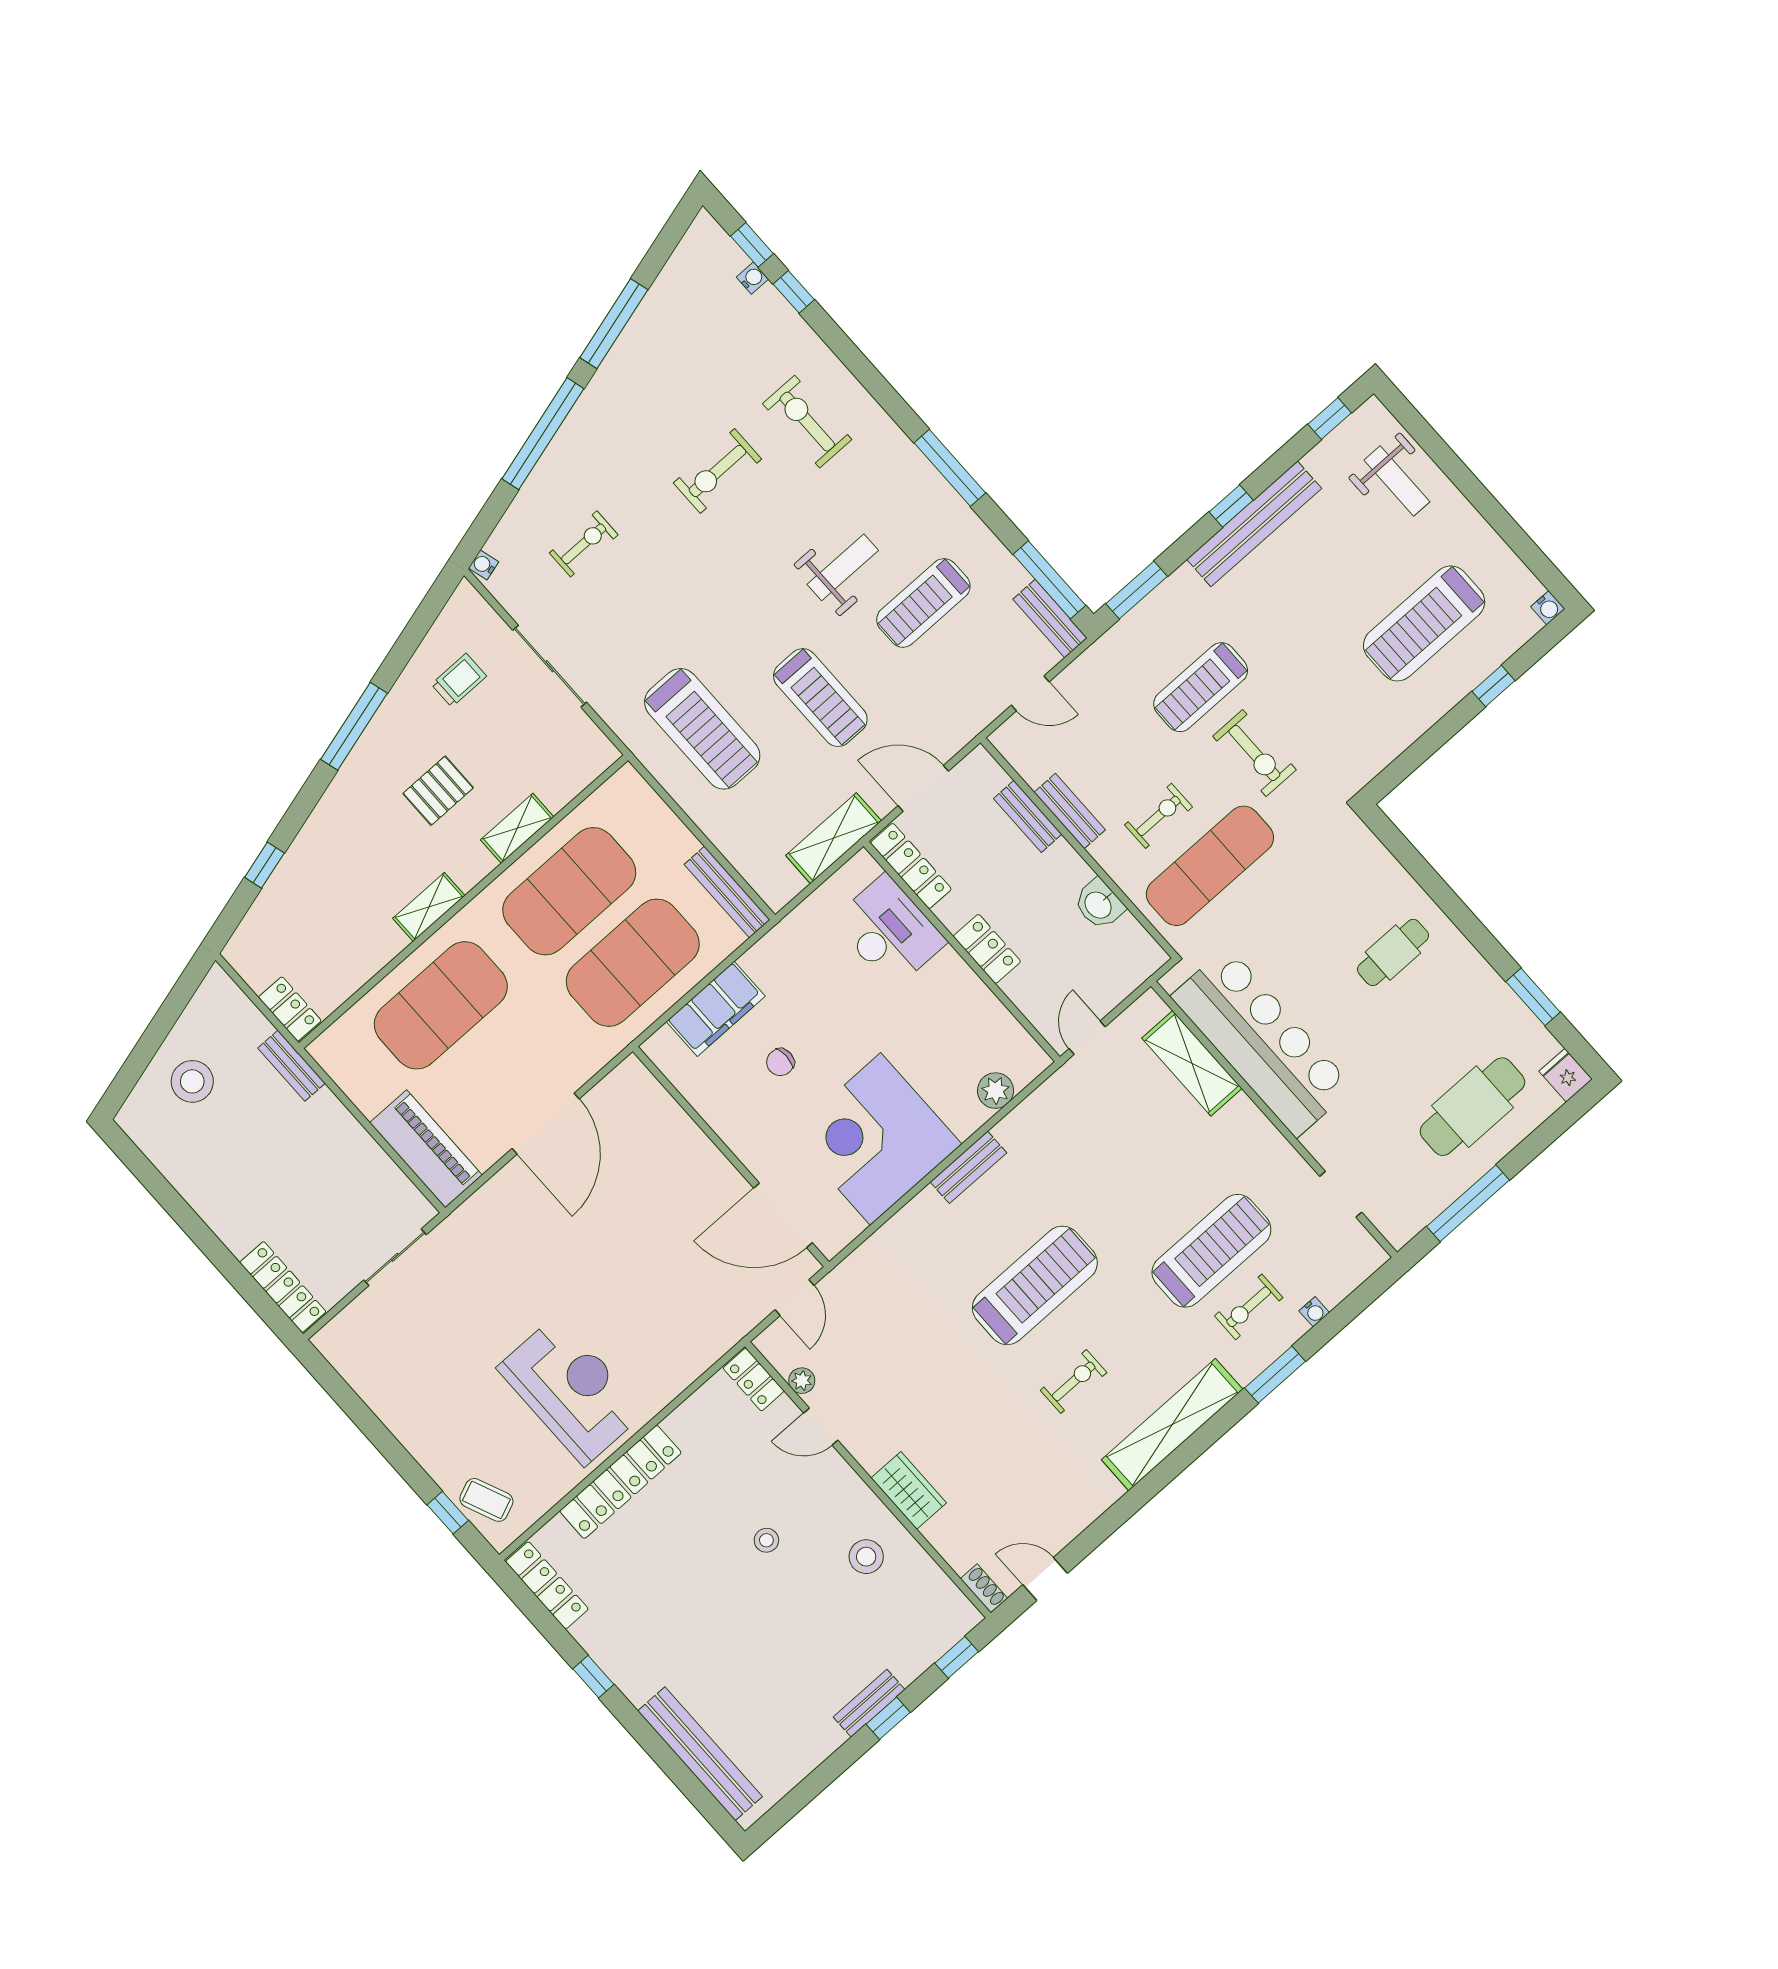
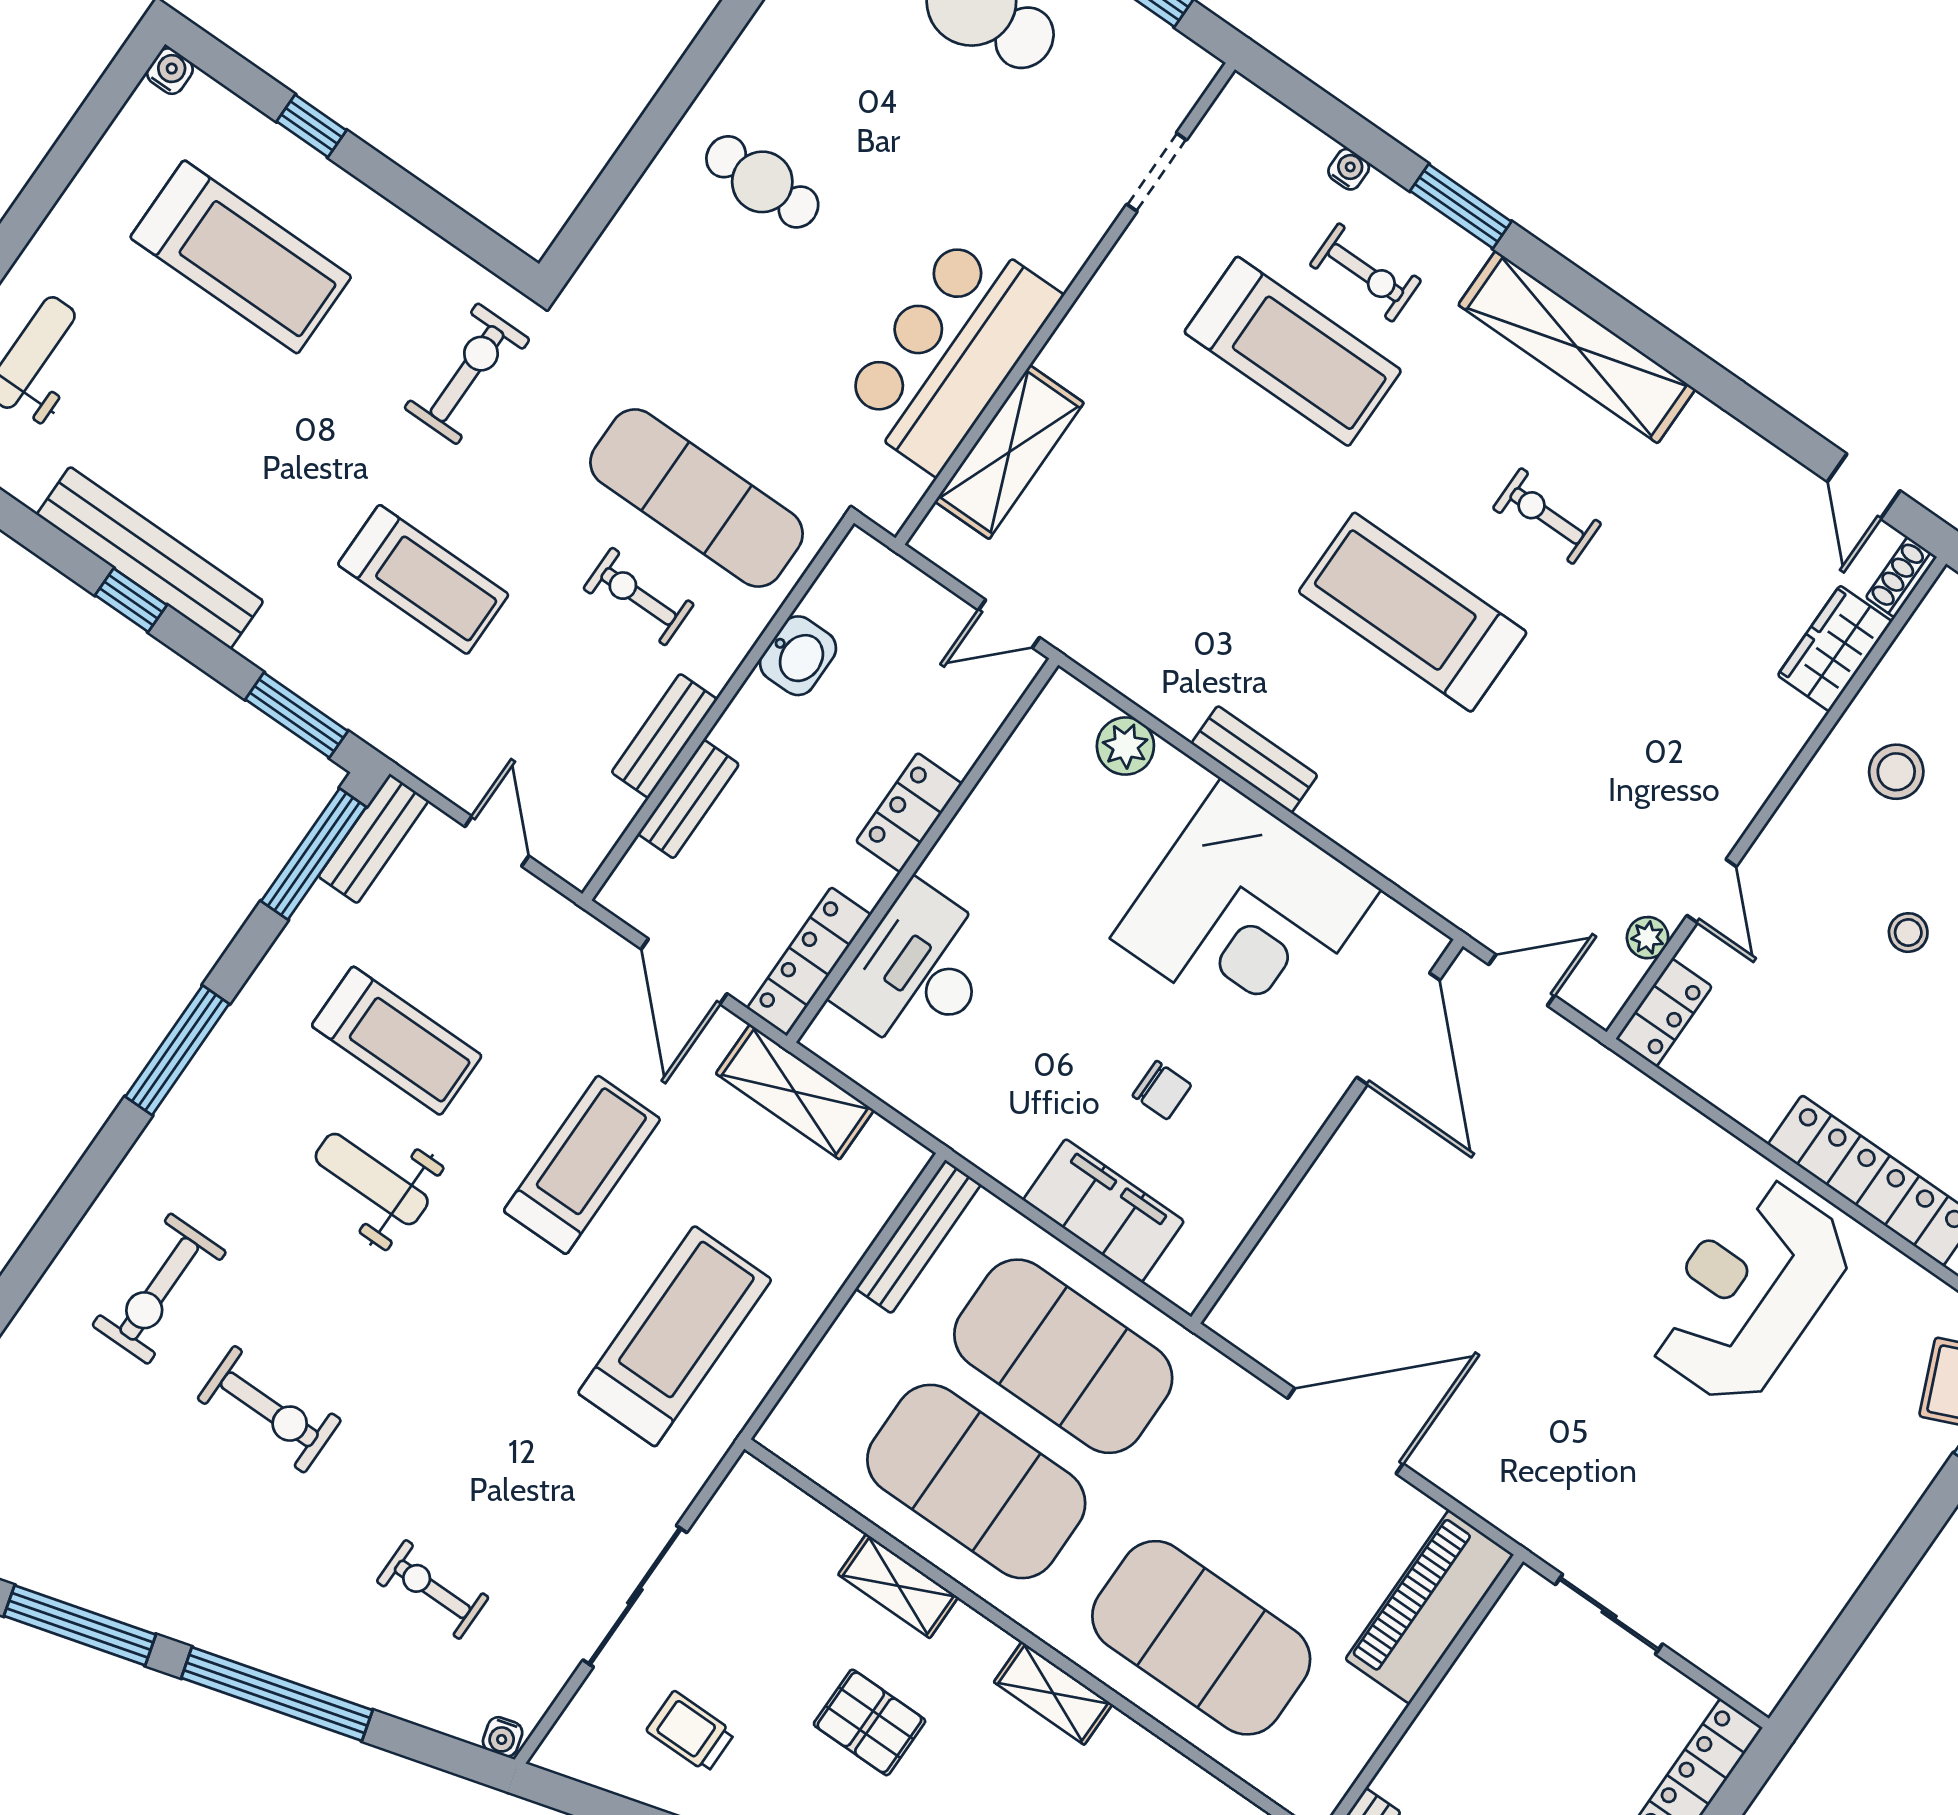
exercise bike: (1254, 753) -> (467, 374), moved
bar counter: (1262, 1042) -> (950, 351), width x0.73
treadmill: (1211, 1251) -> (1293, 351), turned 180
wardrobe: (909, 1490) -> (1835, 648), moved

